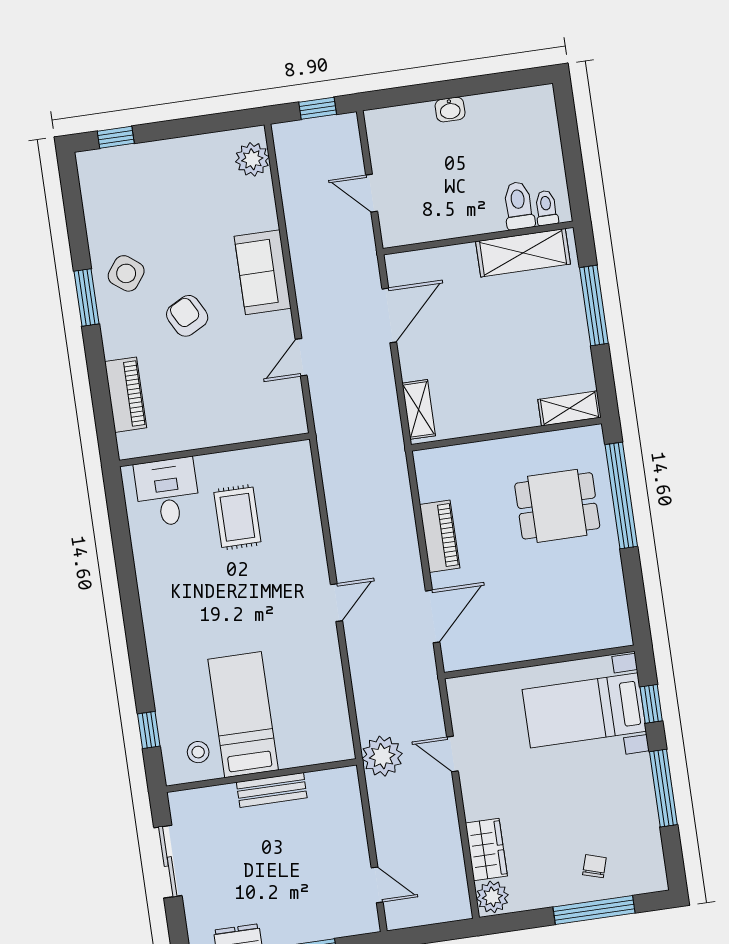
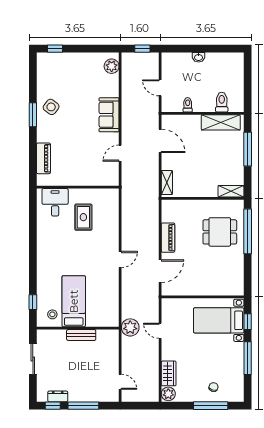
toilet: (546, 208) -> (188, 105), moved
door: (389, 315) -> (160, 141), hinge flipped
armchair: (187, 316) -> (74, 129), removed

